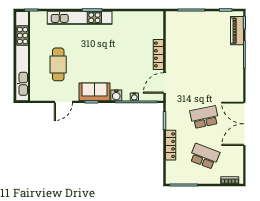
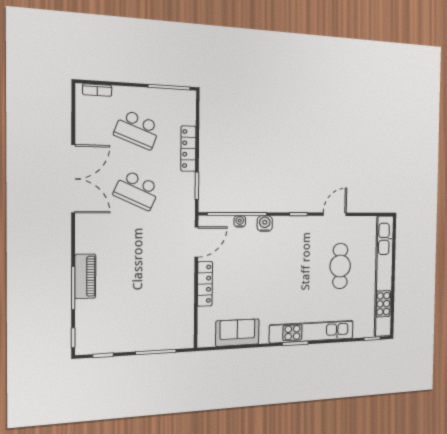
piano: (237, 31) -> (85, 276), moved
sofa: (94, 92) -> (237, 333), moved, turned 180
school desk: (204, 117) -> (137, 190), turned 36

